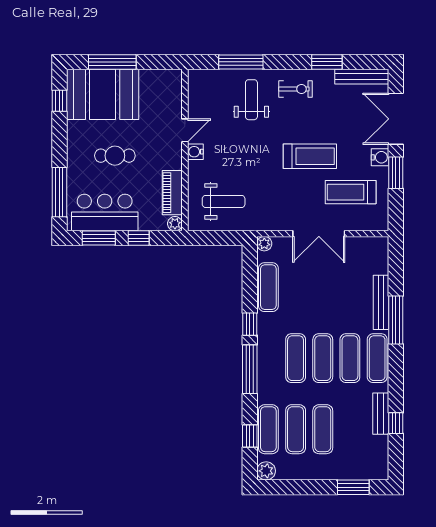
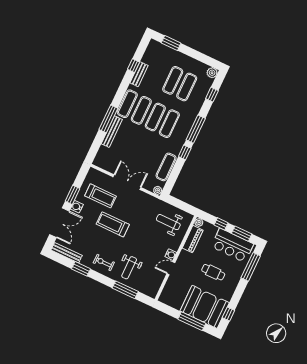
exercise mat: (268, 429) -> (201, 94), removed

